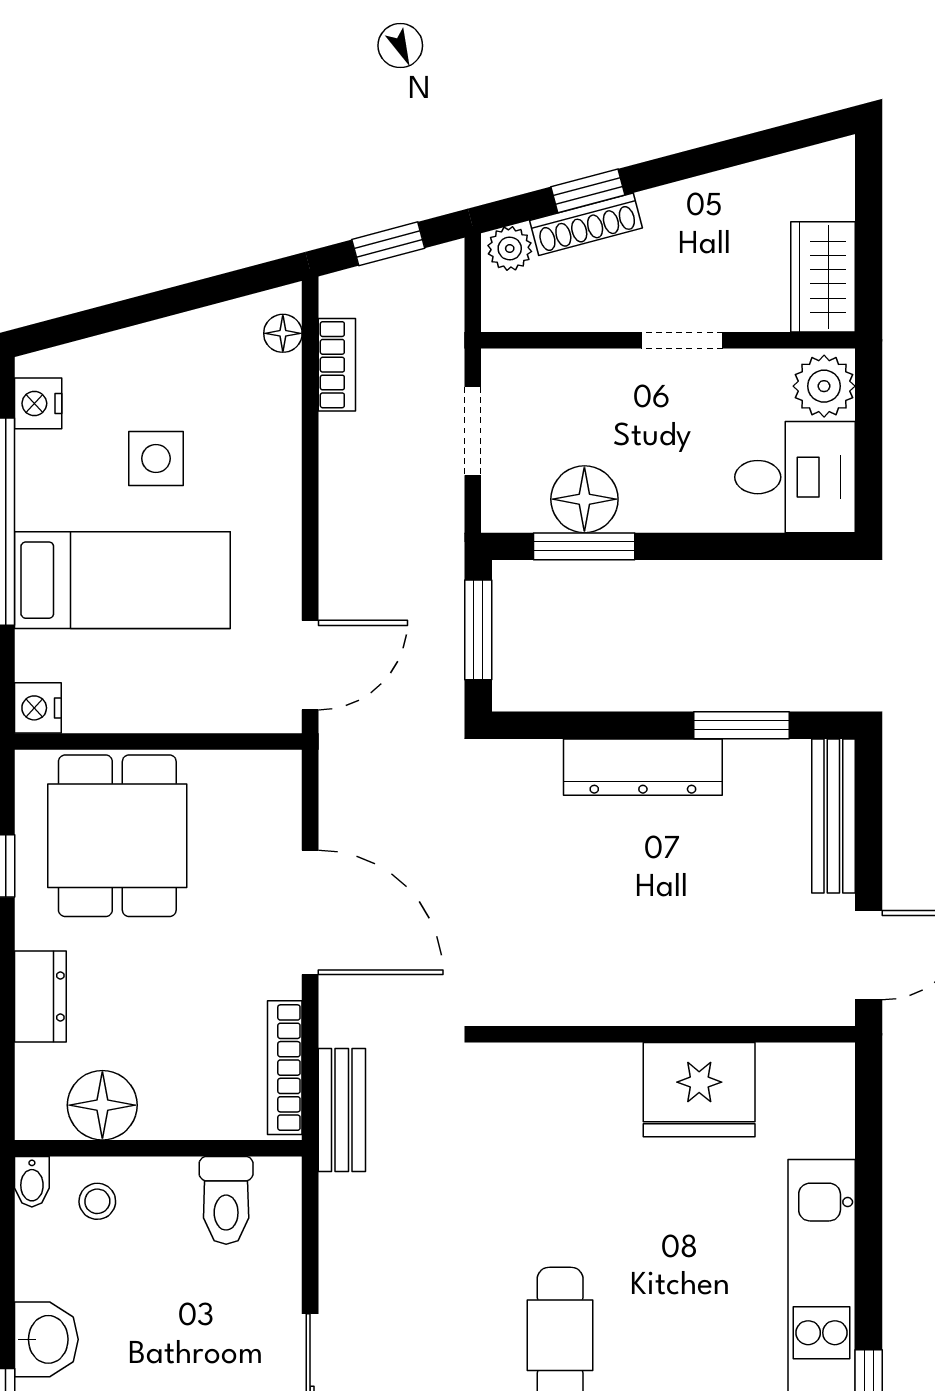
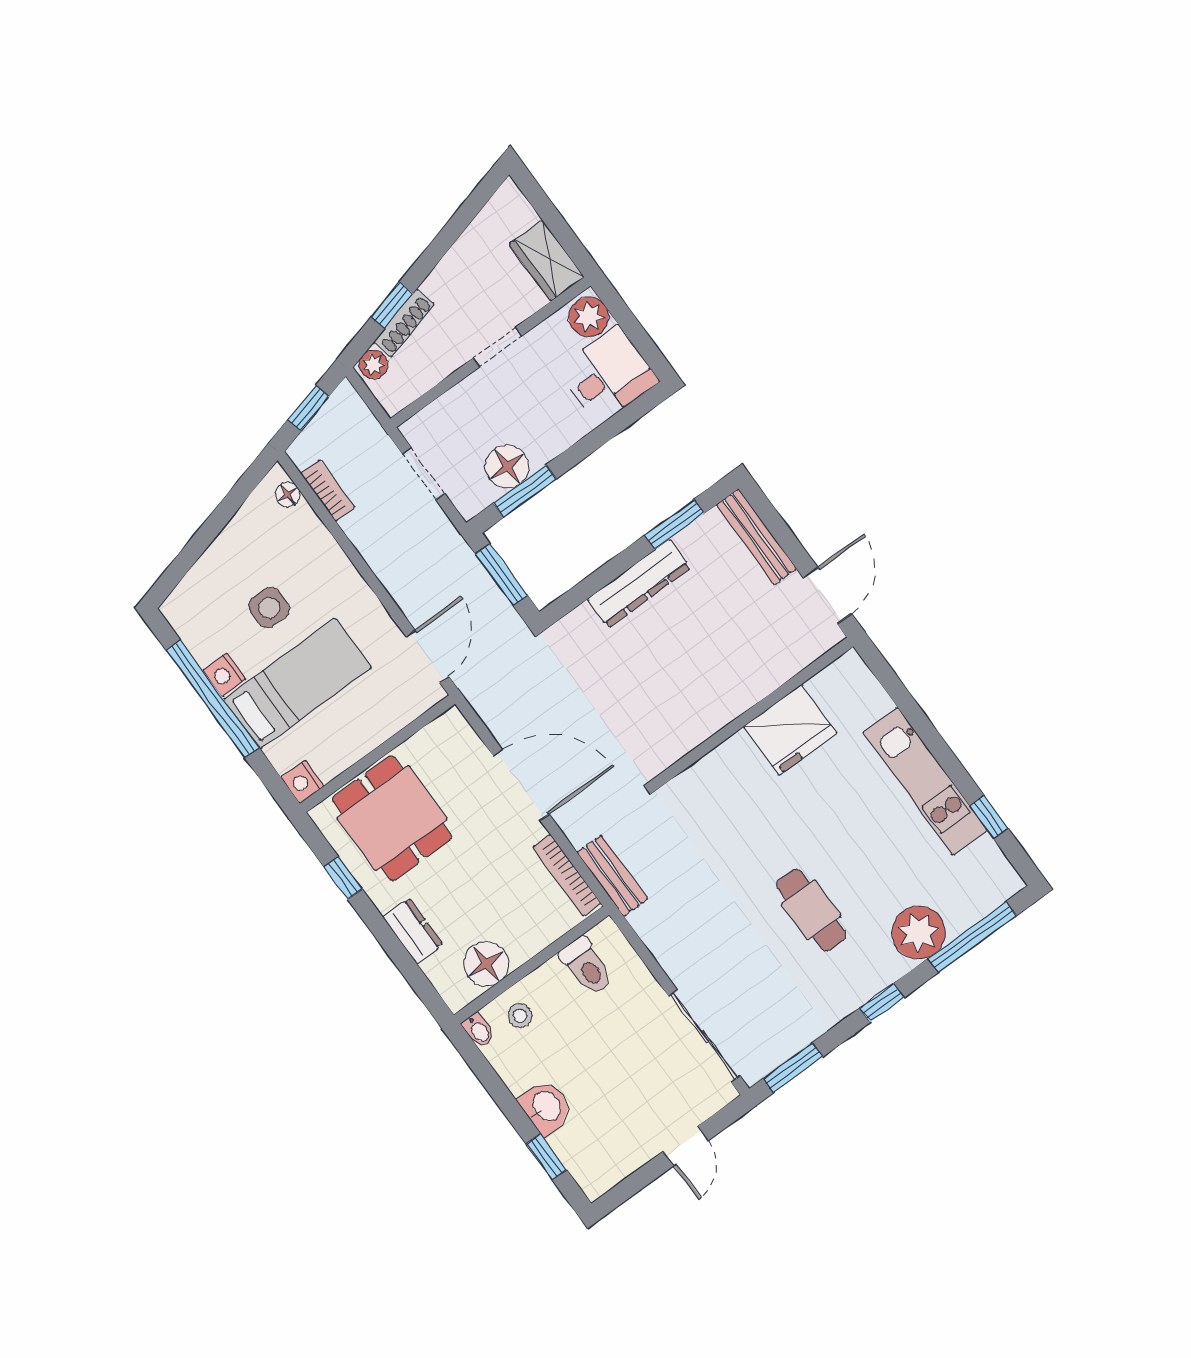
nightstand: (38, 403) -> (224, 675), moved

